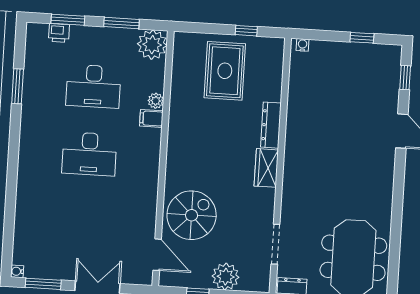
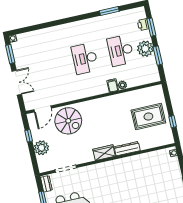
plant: (152, 45) -> (145, 49), moved

